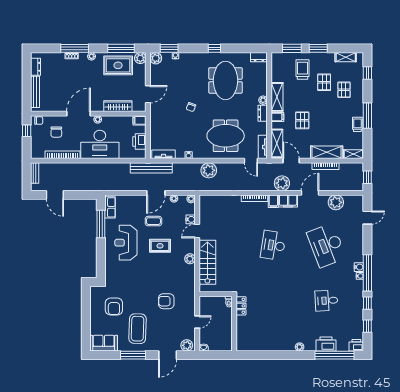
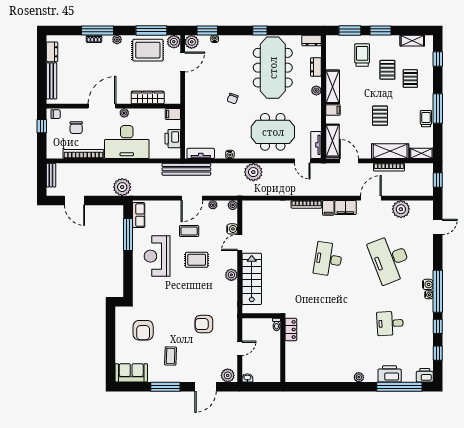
meeting table: (225, 80) -> (273, 68), width x1.36
door: (148, 94) -> (183, 62), moved
dresser: (263, 113) -> (316, 67), moved
pallet: (302, 120) -> (380, 116), moved
plant: (282, 183) -> (122, 187), moved
coffee table: (138, 329) -> (171, 356), width x0.54, depth x0.58

